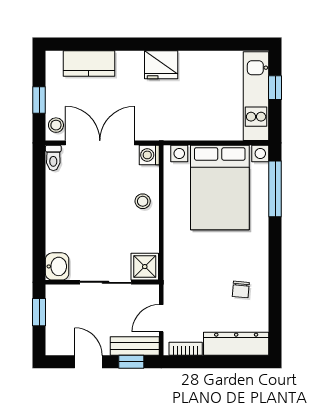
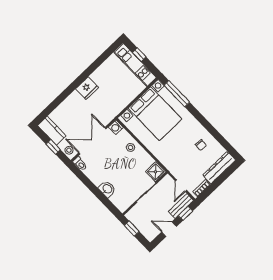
kitchen counter: (89, 63) -> (52, 131), moved, turned -90
washbasin: (57, 266) -> (107, 189), moved

